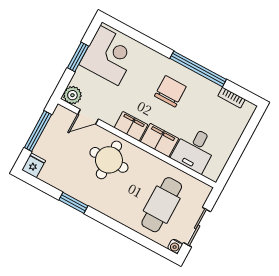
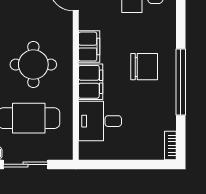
bookcase: (232, 98) -> (170, 145), moved
round table: (109, 160) -> (33, 65), moved

